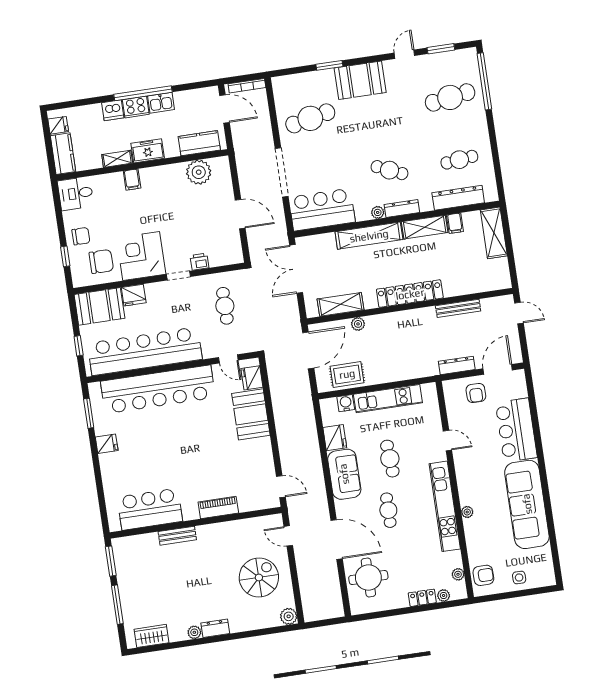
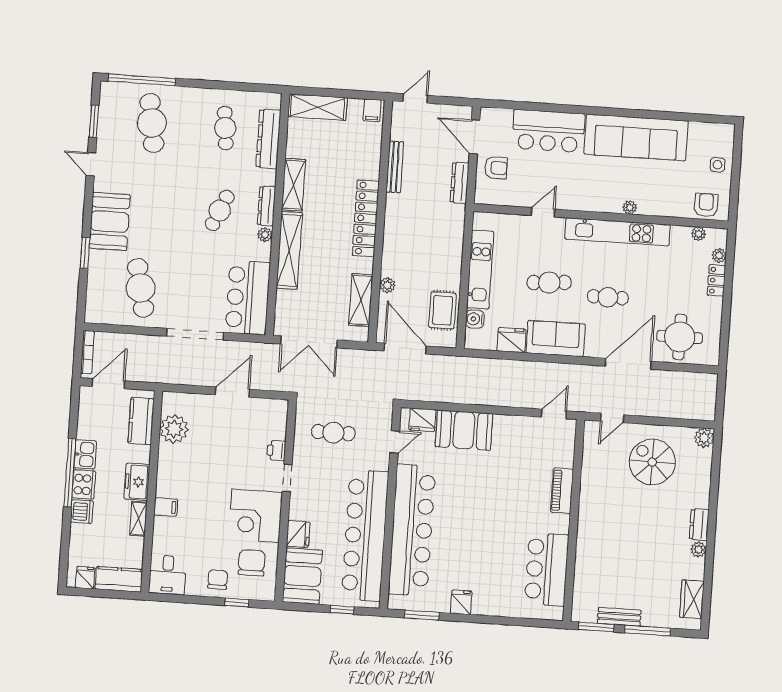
filing cabinet: (455, 223) -> (372, 110), moved, turned 90
bench: (177, 536) -> (619, 617), moved, turned 90

